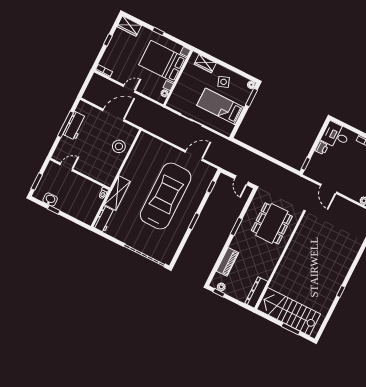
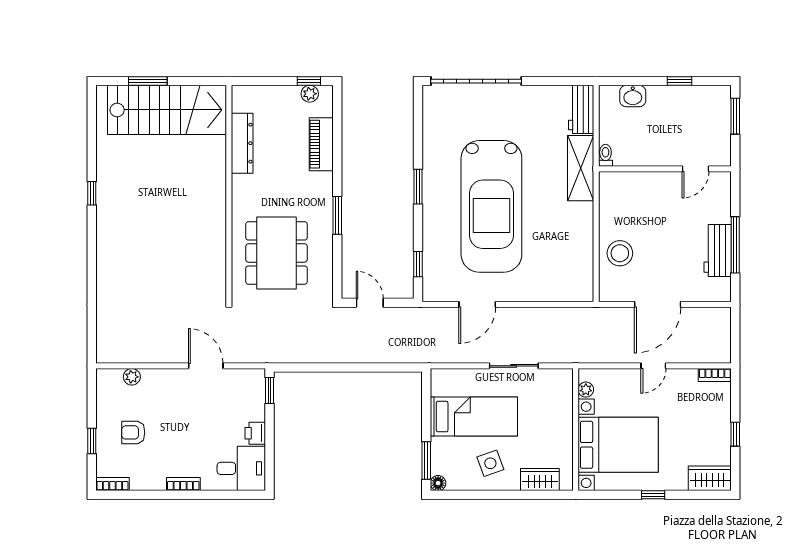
washbasin: (50, 200) -> (633, 96), moved
dresser: (256, 292) -> (242, 143), moved

